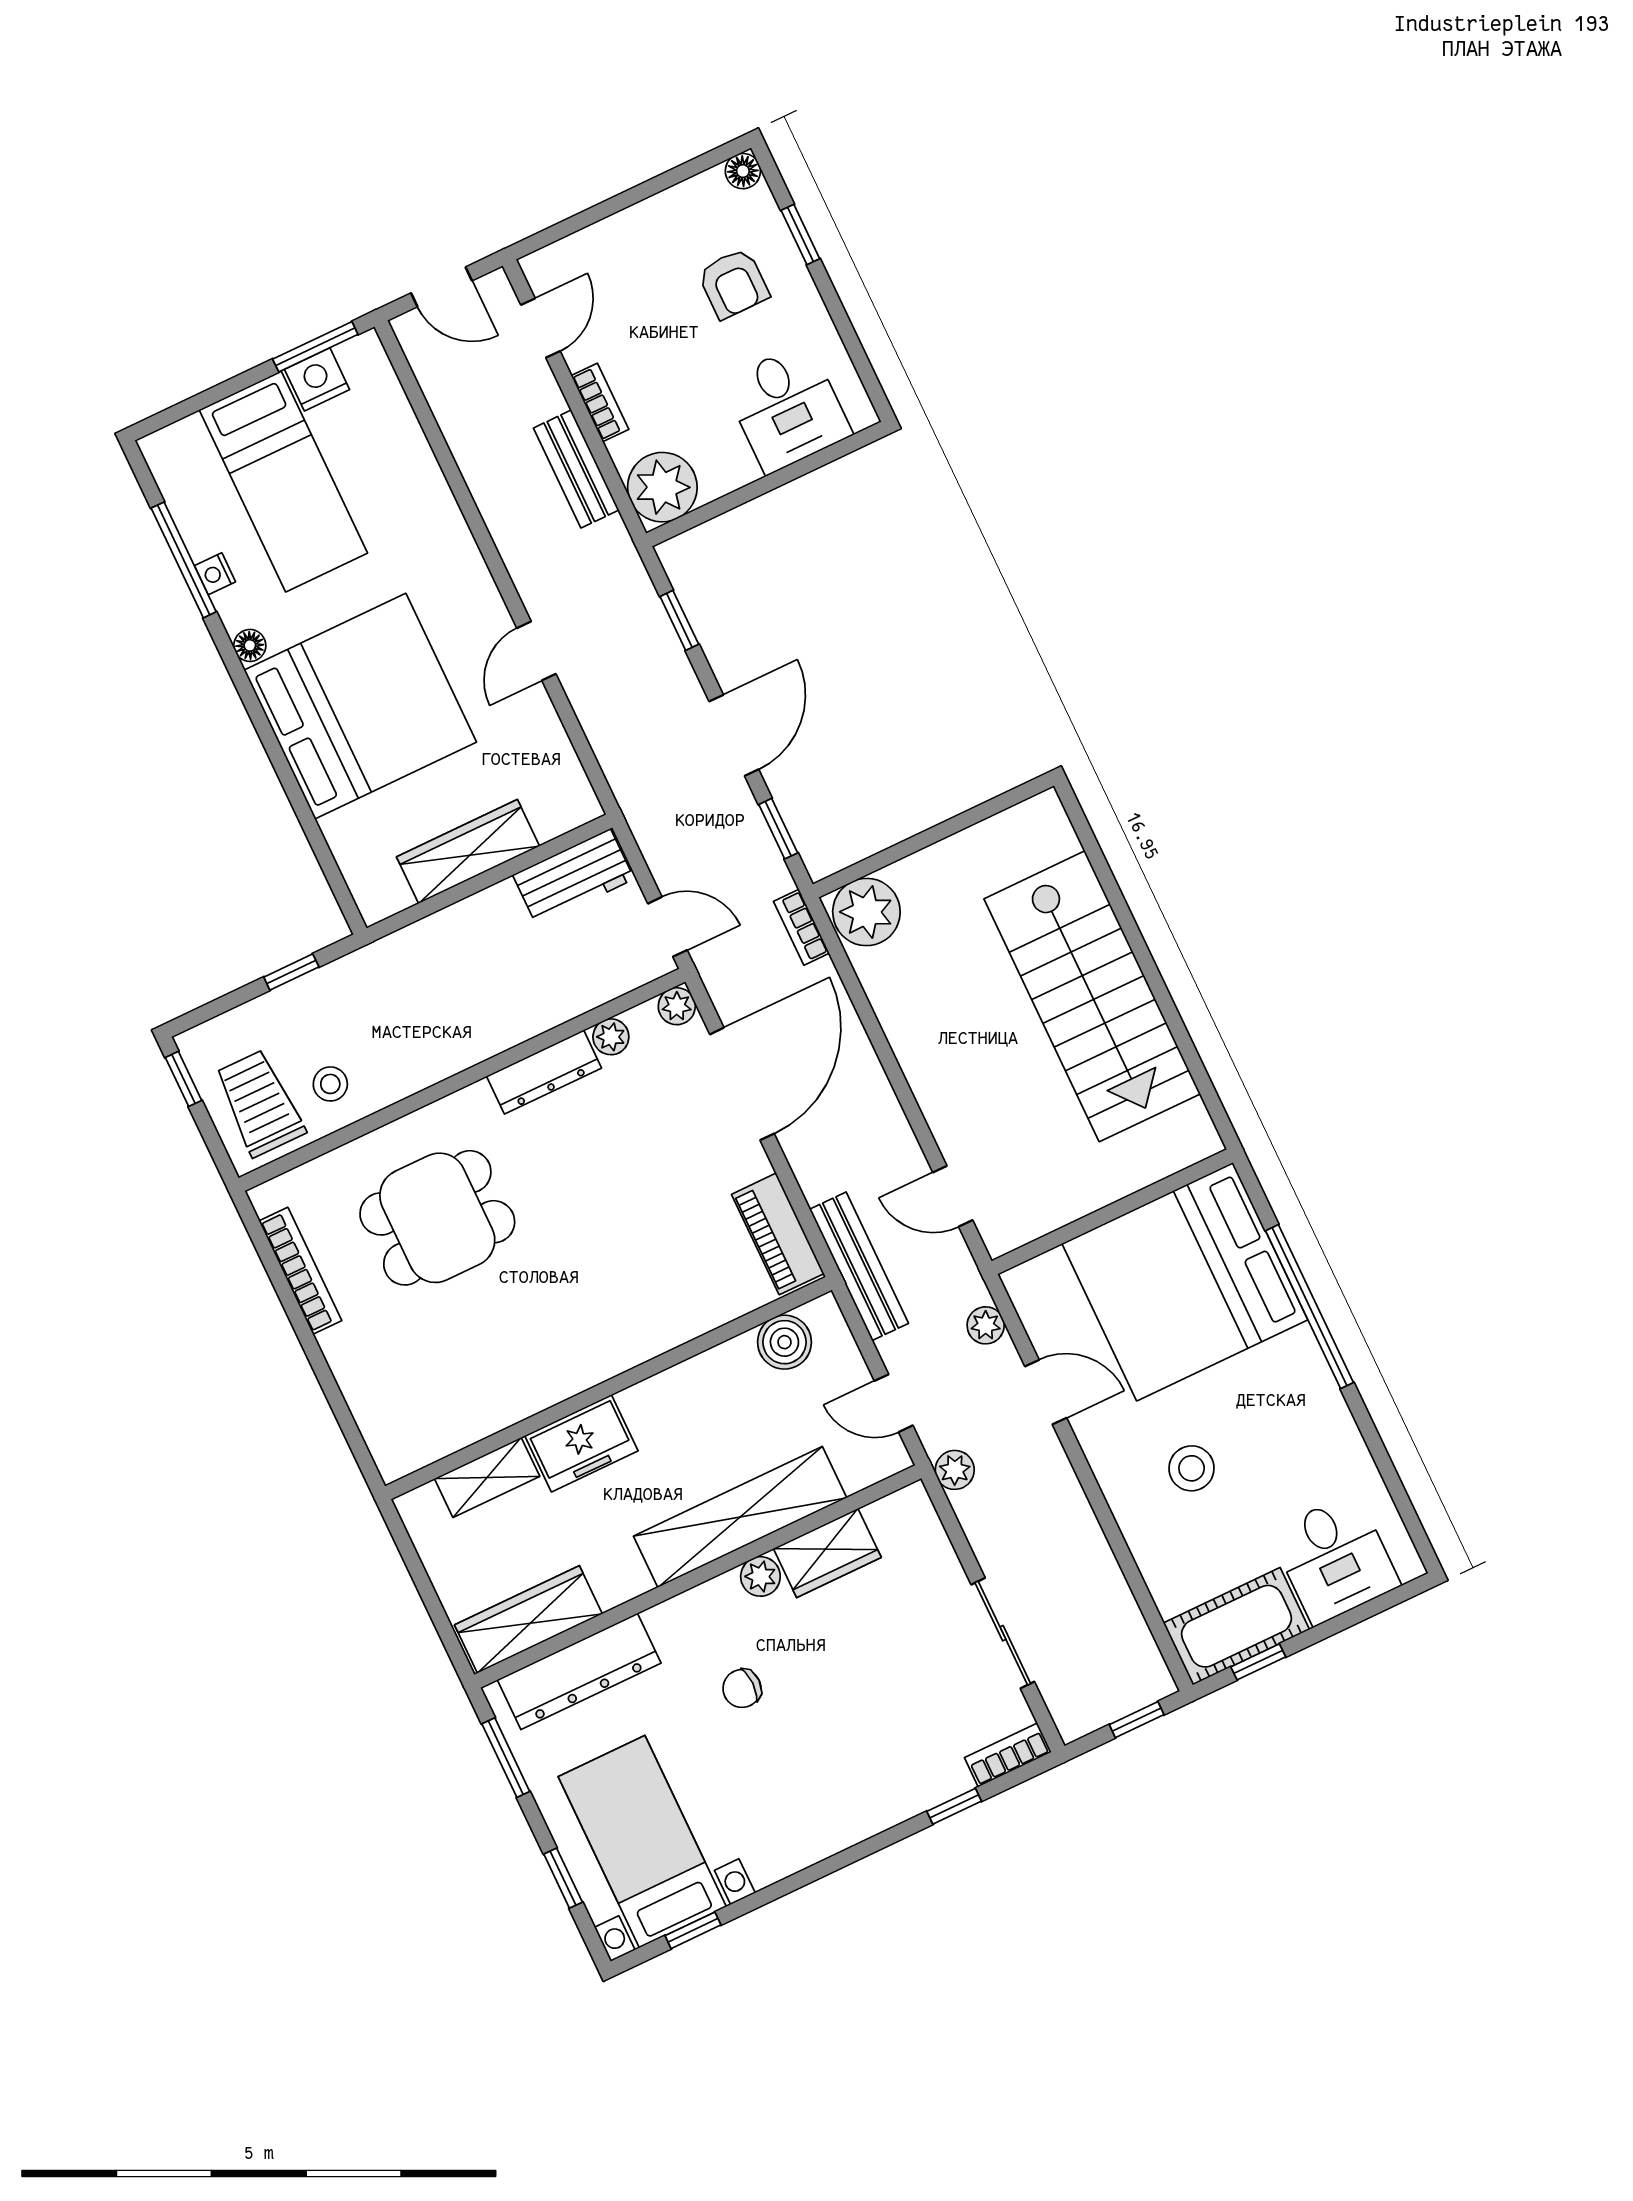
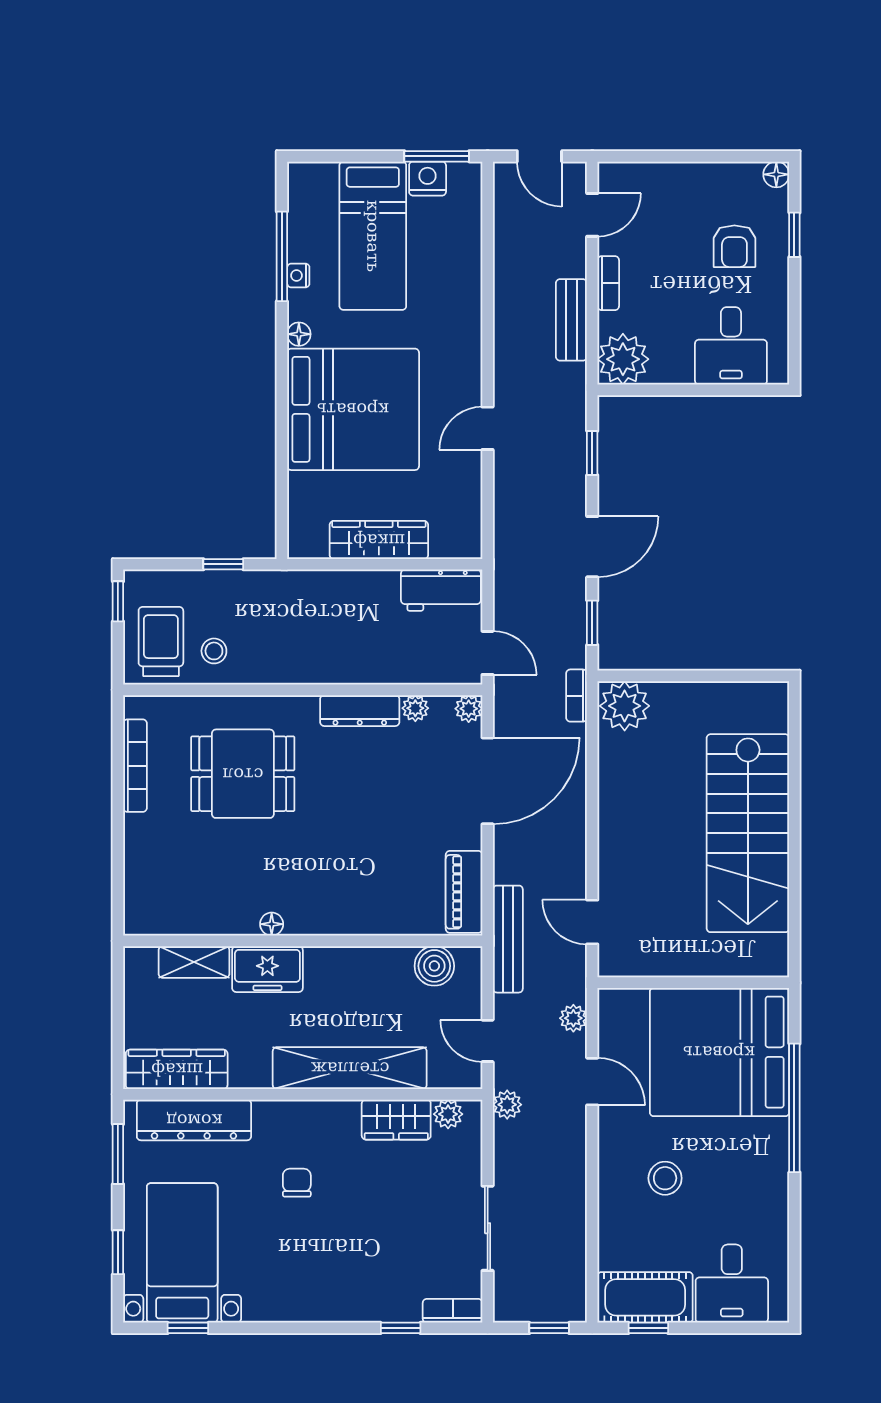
floor lamp: (560, 1386) -> (272, 924), added
plant: (760, 1576) -> (448, 1114), moved
chair: (742, 1688) -> (297, 1183), turned 90

